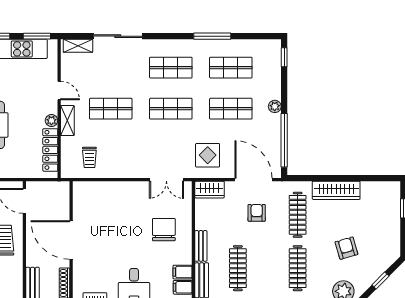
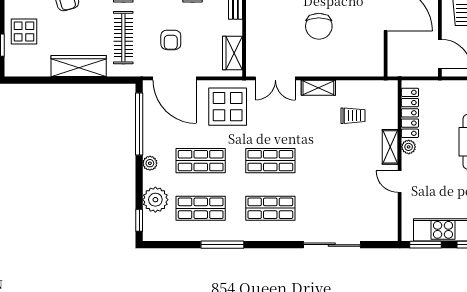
shelving: (78, 46) -> (318, 88), moved
plant: (270, 75) -> (155, 200), added
shop shelf: (111, 109) -> (340, 161), removed
display table: (208, 155) -> (228, 107), width x1.36, depth x1.36
trolley: (89, 157) -> (353, 116), moved, turned 90
double door: (166, 180) -> (275, 78), swing flipped
wardrobe: (210, 190) -> (232, 53), moved, turned -90
display table: (383, 220) -> (24, 32), added
chair: (164, 230) -> (319, 26), moved

